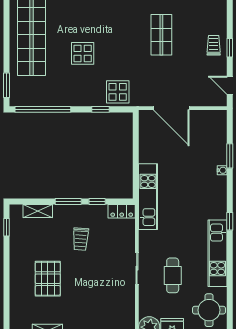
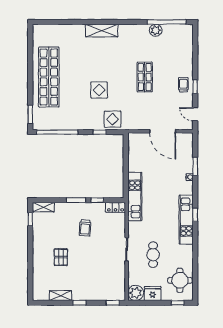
display table: (83, 53) -> (99, 90), moved
door: (171, 108) -> (163, 131), moved
shelving: (38, 211) -> (43, 207), moved
kitchen unit: (217, 253) -> (186, 220), moved
pallet: (48, 279) -> (61, 257), width x0.67, depth x0.71

